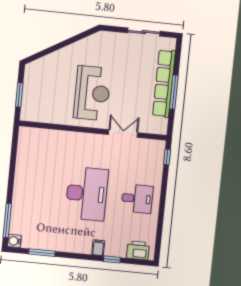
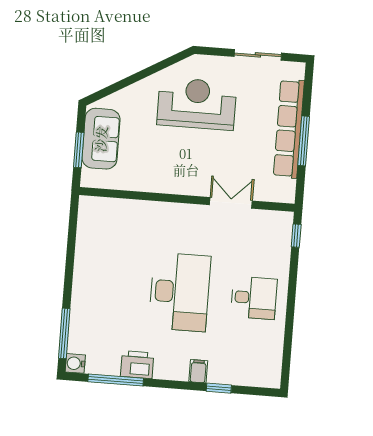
sofa: (35, 88) -> (101, 139), added
reception desk: (92, 93) -> (197, 104), moved, turned -90
printer: (138, 250) -> (137, 365), moved
window: (42, 253) -> (116, 380), width x1.44

